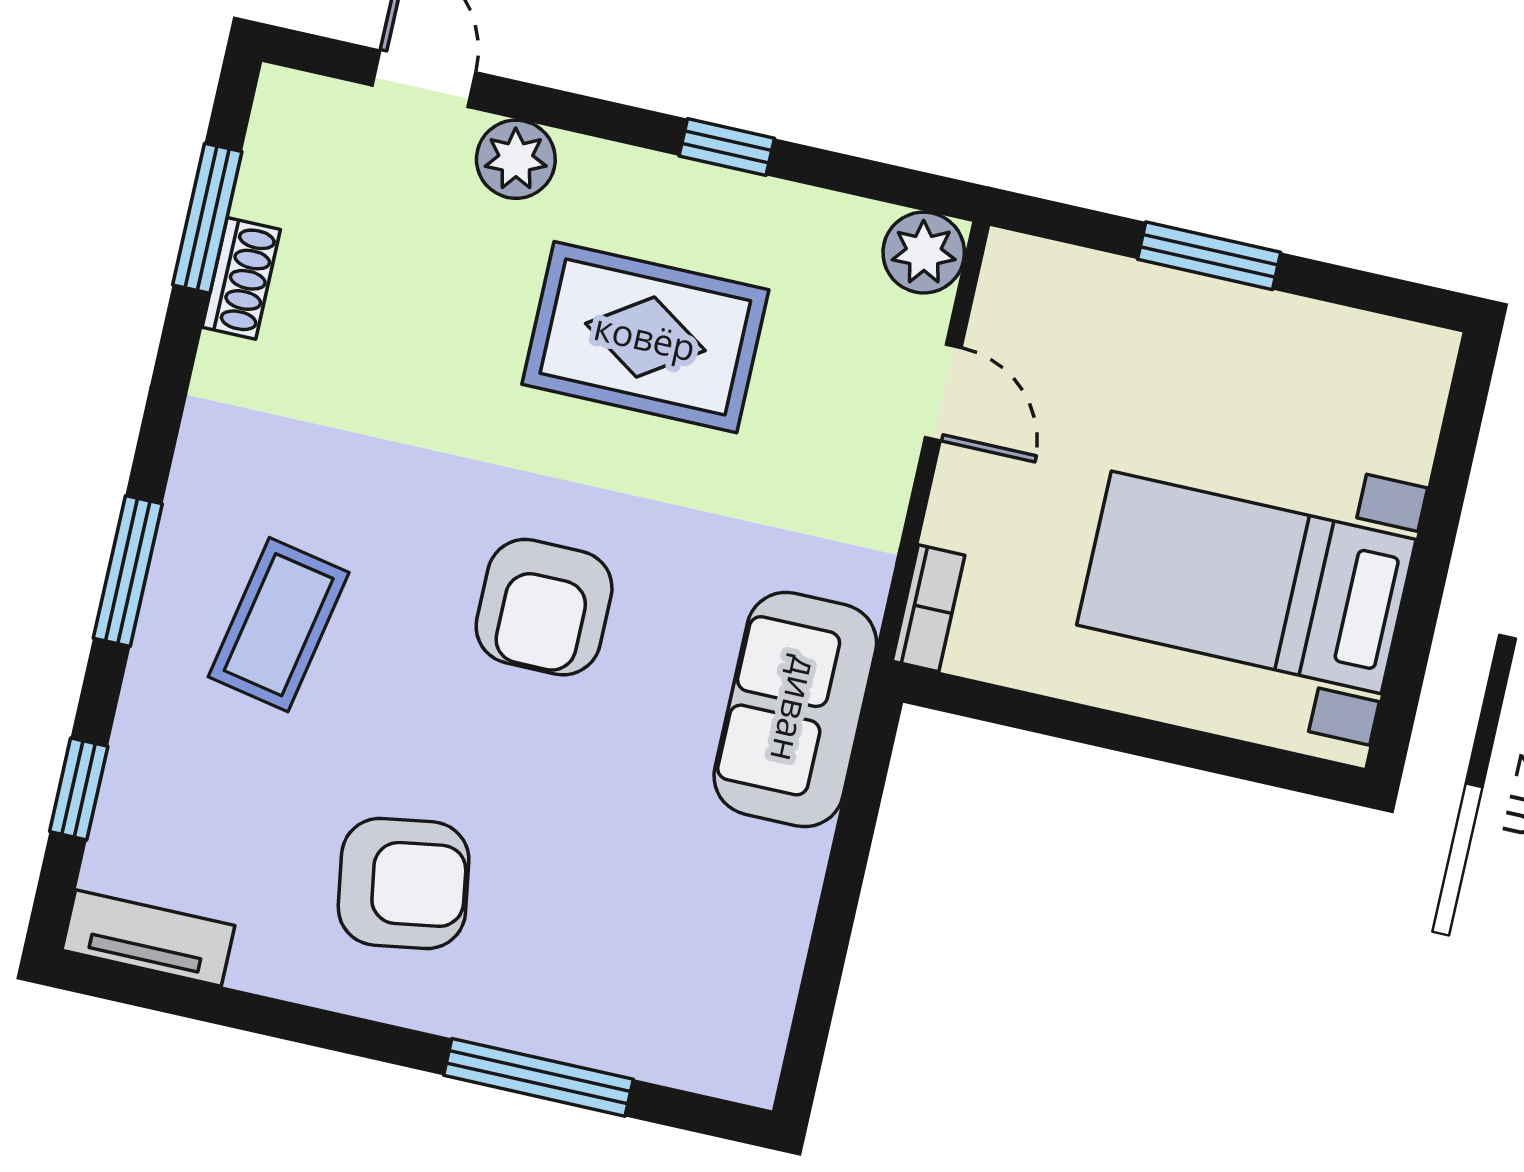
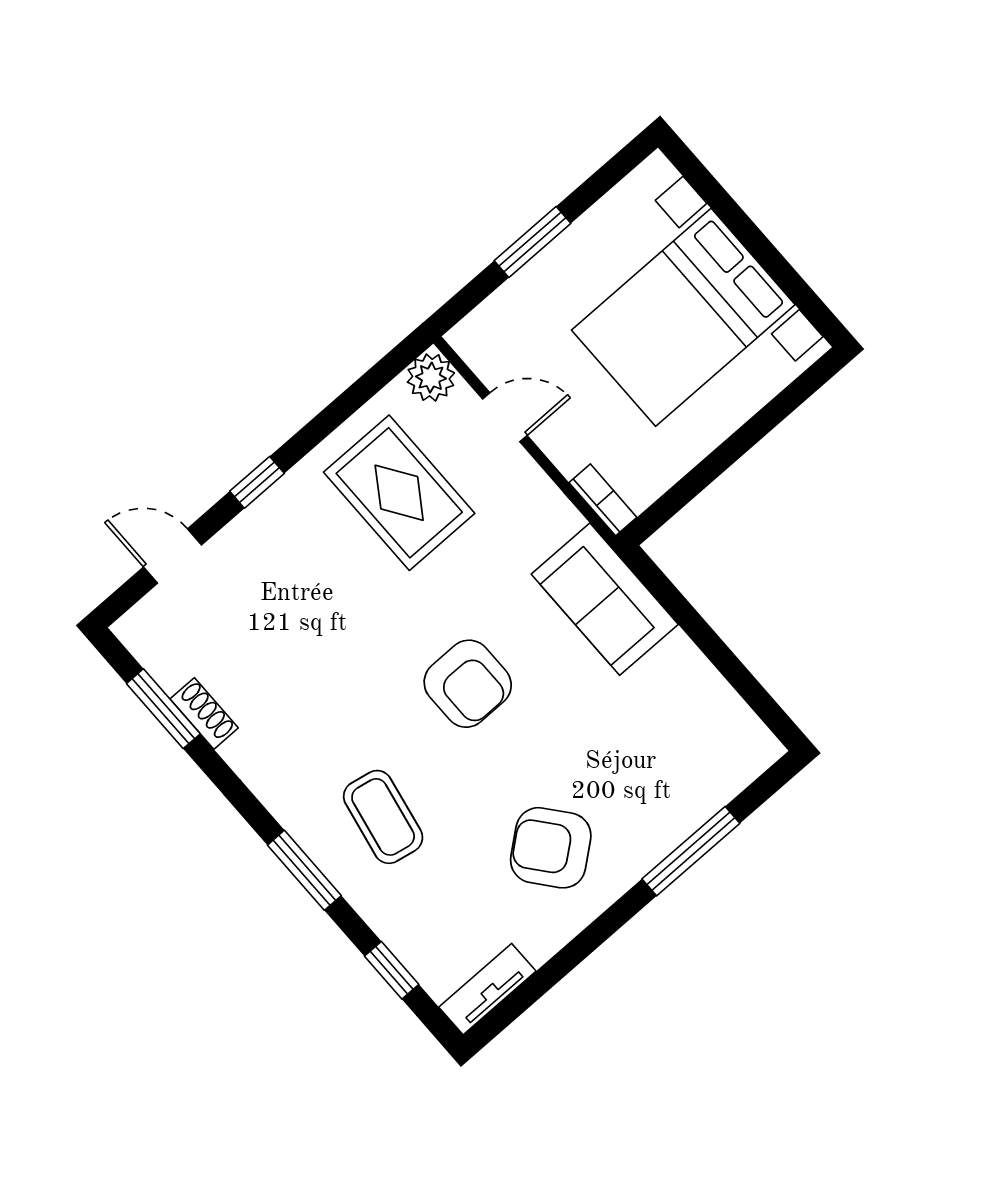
window: (727, 147) -> (257, 482), moved
plant: (516, 159) -> (243, 540), removed
rug: (645, 337) -> (399, 493), moved, turned 90
bed with nightstands: (1246, 582) -> (683, 317), width x1.36
armchair: (404, 883) -> (551, 848), turned -120

